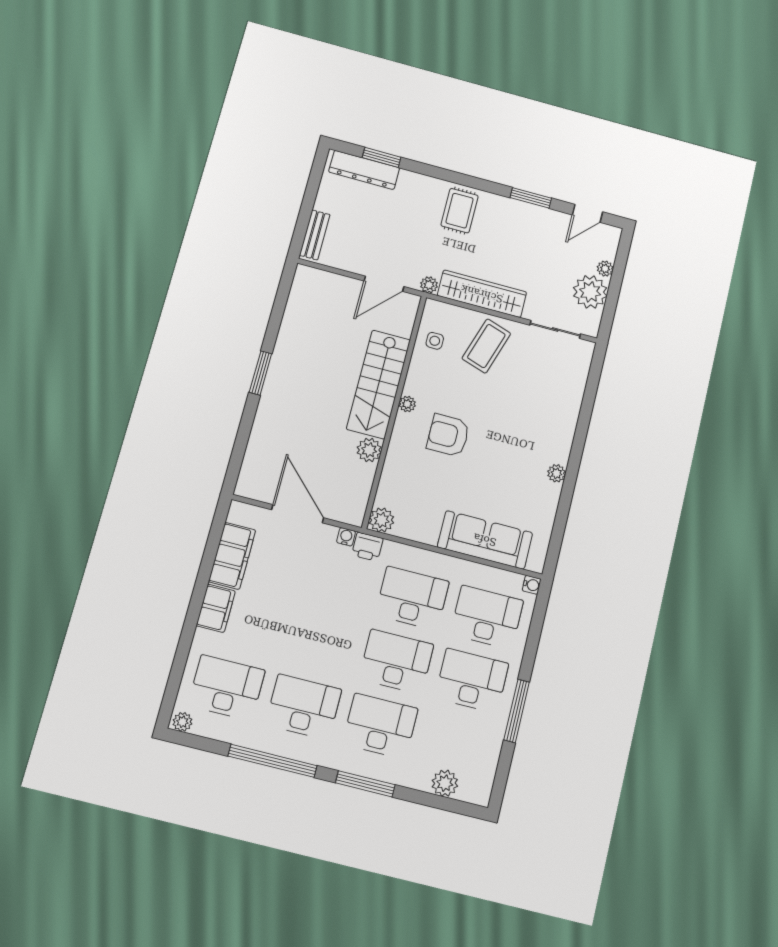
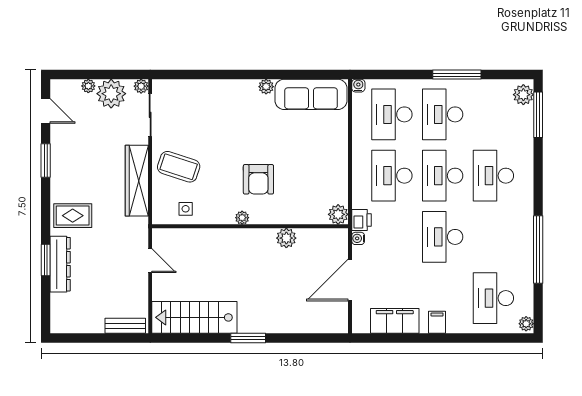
window: (382, 157) -> (46, 260), moved
dresser: (364, 170) -> (60, 264), moved
door: (384, 284) -> (150, 261), width x0.73
plant: (429, 285) -> (141, 86), moved
stairs: (379, 384) -> (194, 317), moved, turned 180
sofa: (485, 540) -> (311, 94), moved, turned -90
filing cabinet: (216, 608) -> (437, 322), width x0.50
desk: (304, 707) -> (443, 237), moved
plant: (445, 783) -> (523, 95), moved
window: (365, 784) -> (538, 115), moved

